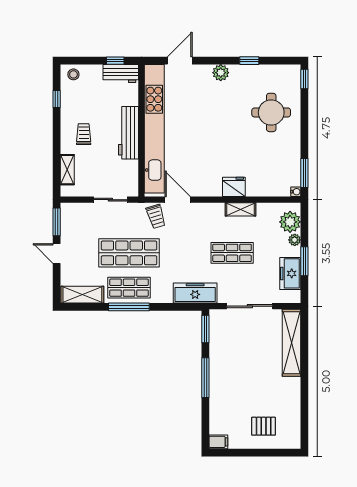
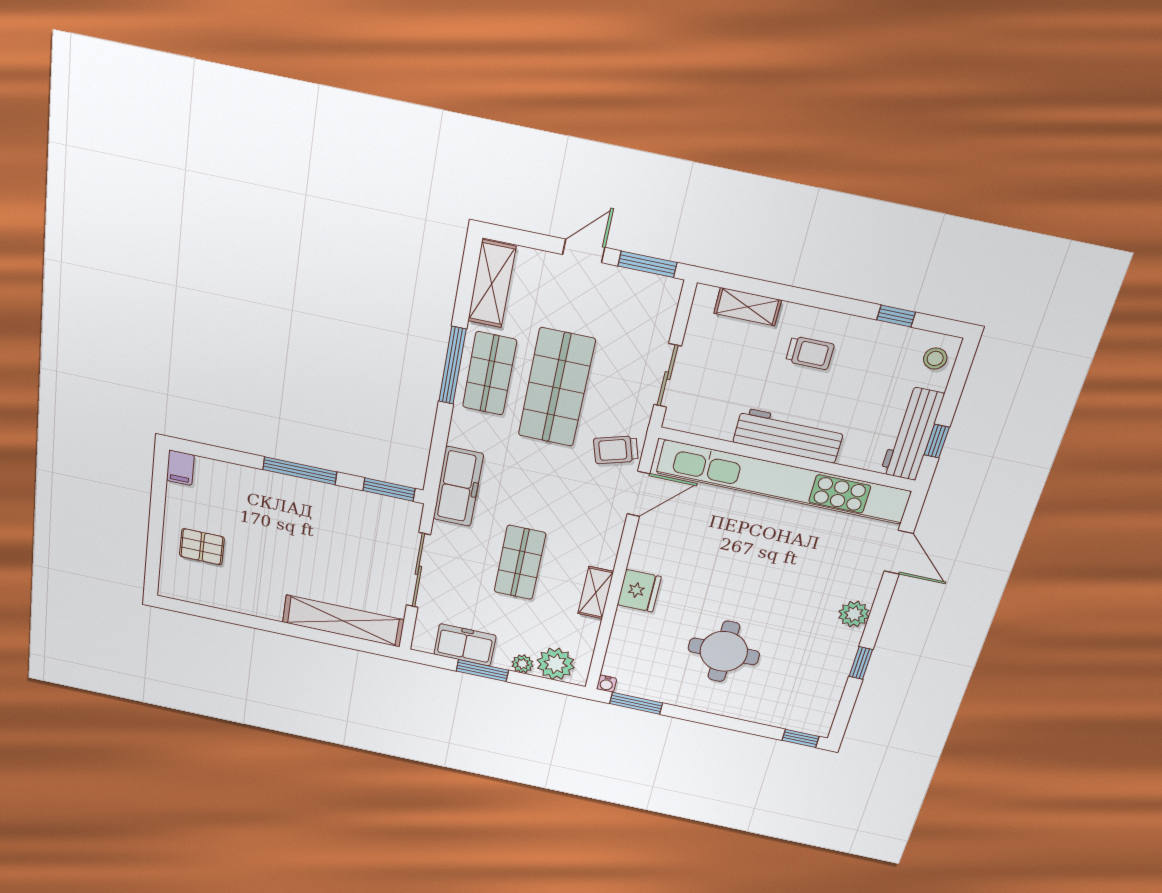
workbench: (121, 74) -> (912, 434), width x1.38
round table: (271, 112) -> (724, 651), moved
pallet: (264, 426) -> (202, 547), turned 90

